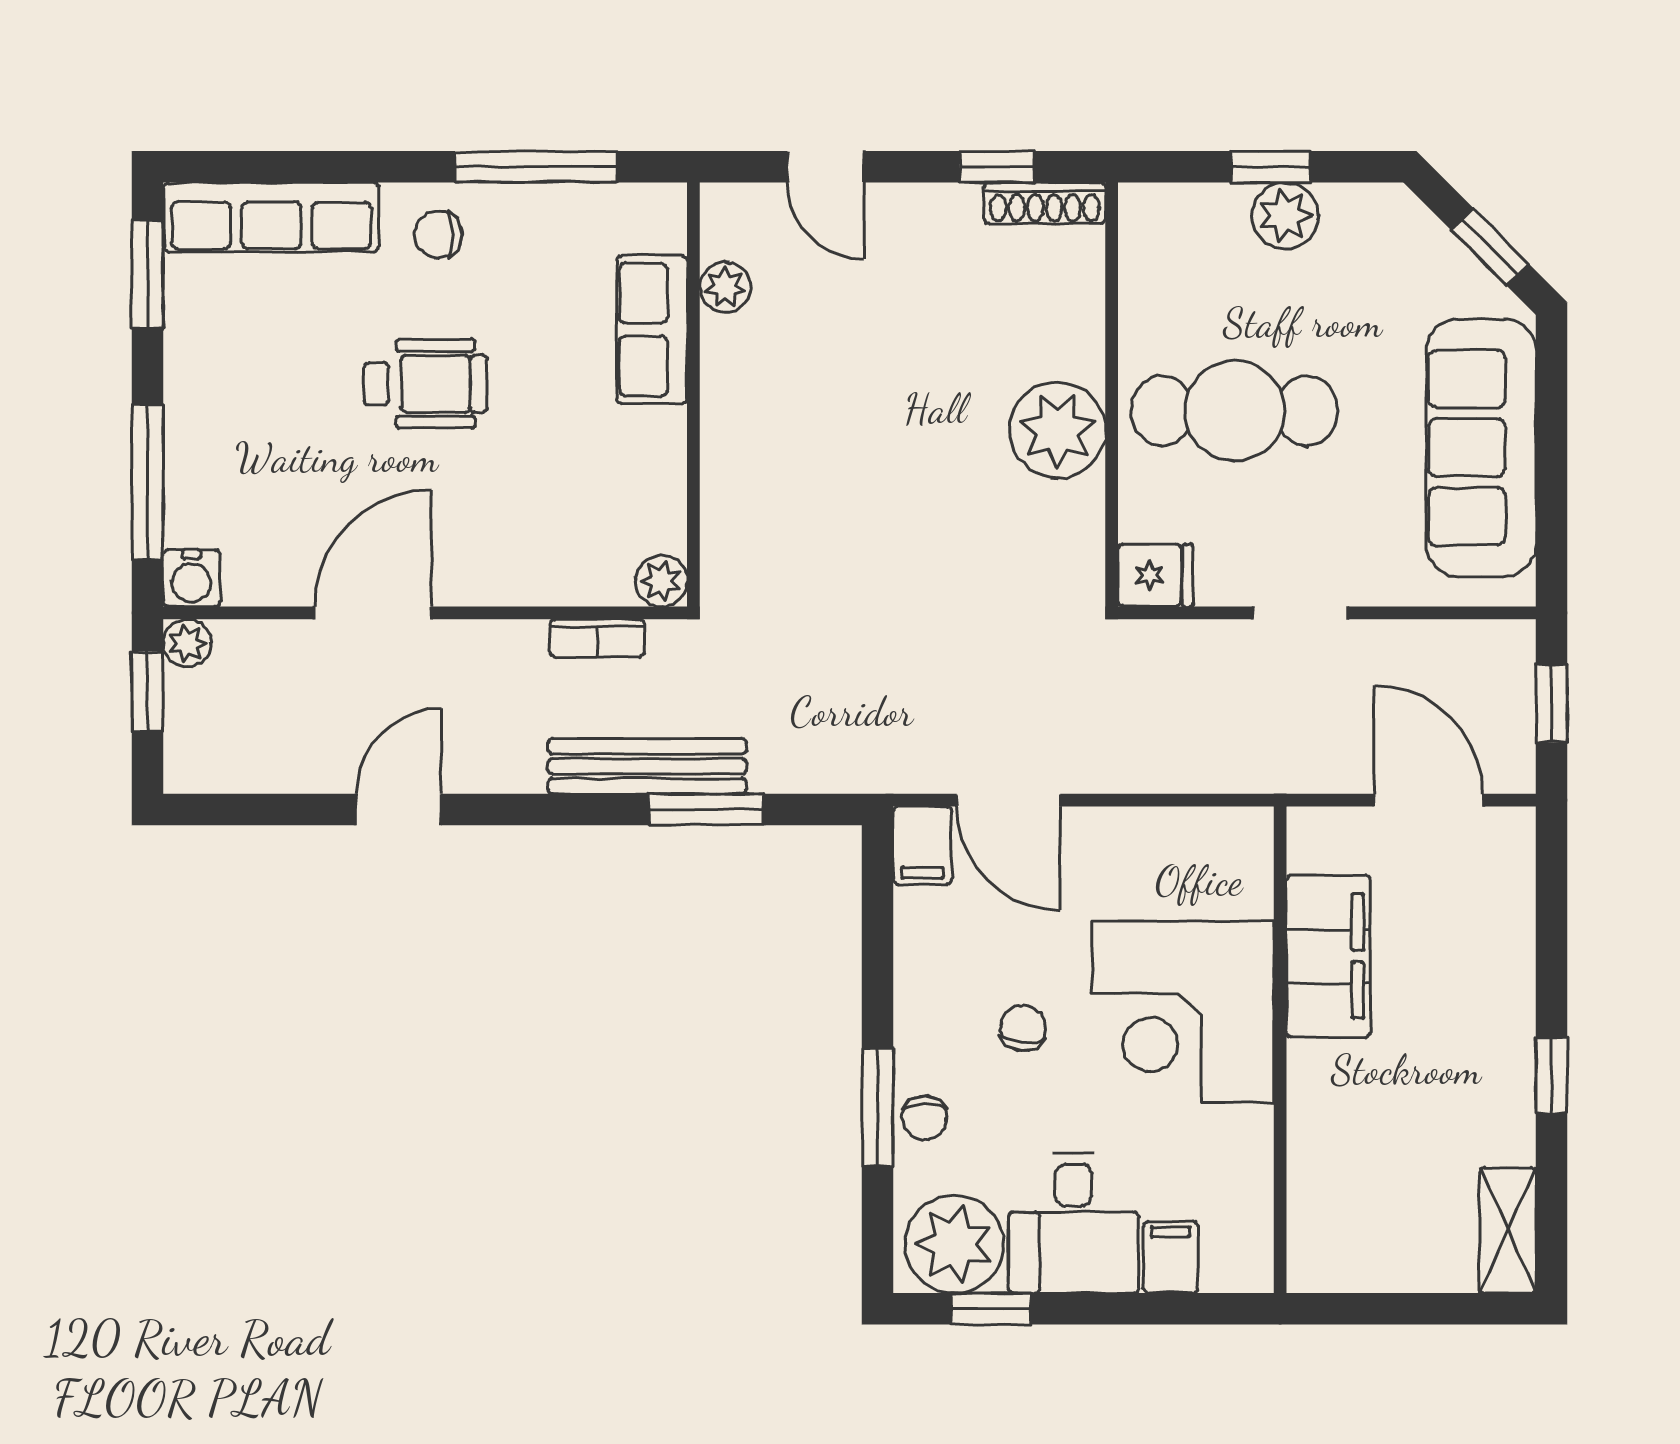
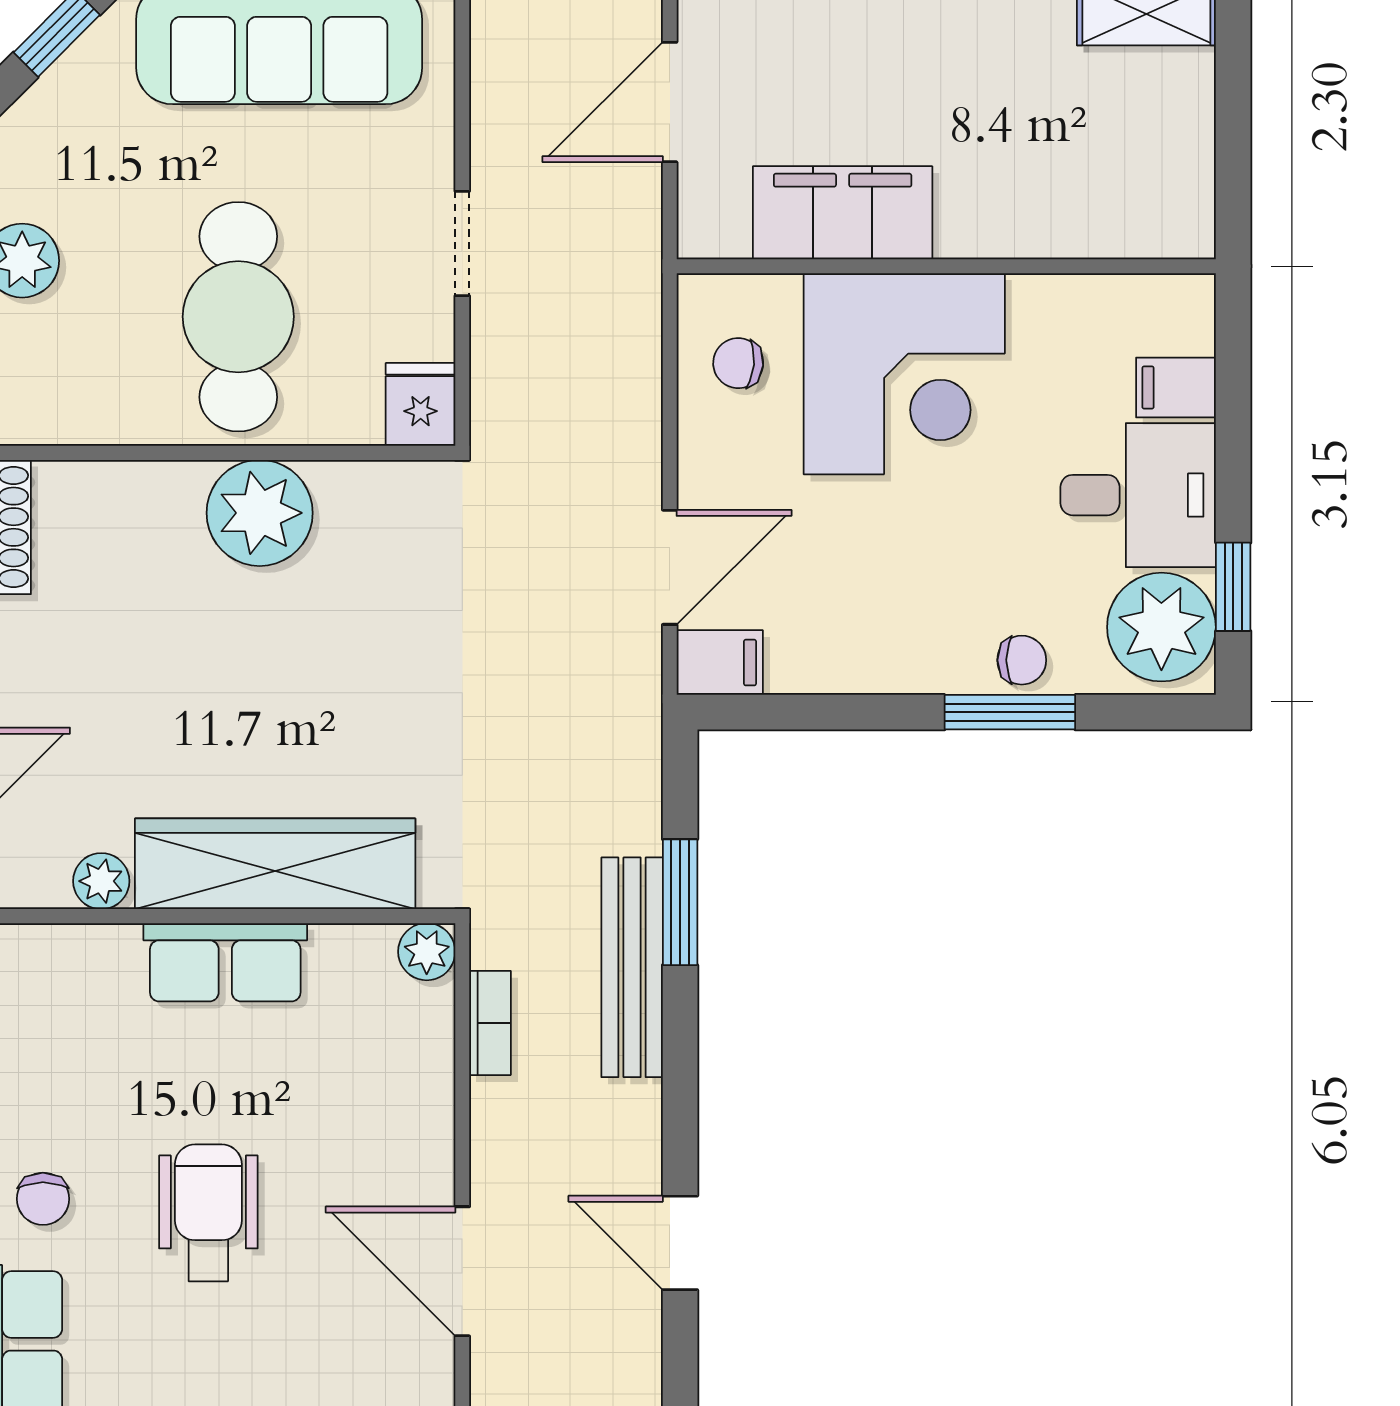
row of seats: (652, 329) -> (225, 962), moved
wardrobe: (741, 444) -> (275, 864), added
chair: (1023, 1028) -> (738, 363), moved

